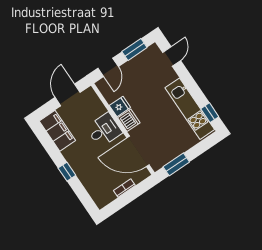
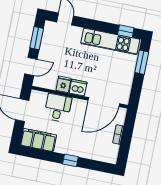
door: (108, 67) -> (31, 67), hinge flipped
desk: (104, 130) -> (58, 108), moved
window: (176, 164) -> (142, 62), moved

